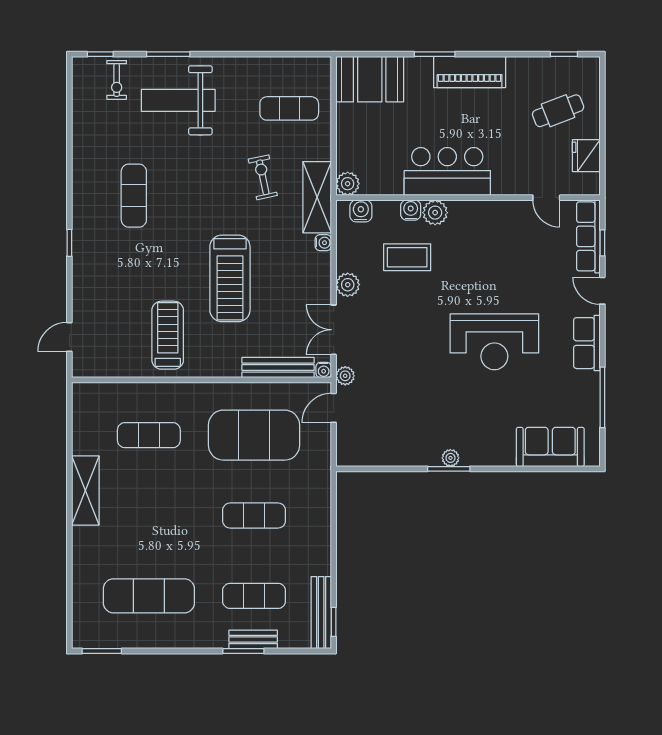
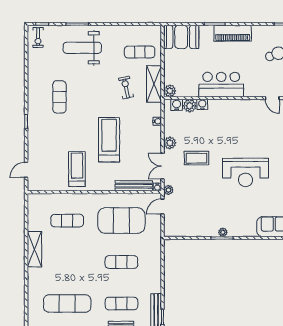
exercise bike: (117, 80) -> (38, 38), moved
shelving: (317, 197) -> (154, 84), moved
plant: (435, 213) -> (190, 106), moved
coffee table: (407, 257) -> (196, 158), moved
treadmill: (230, 278) -> (109, 140), turned 180

